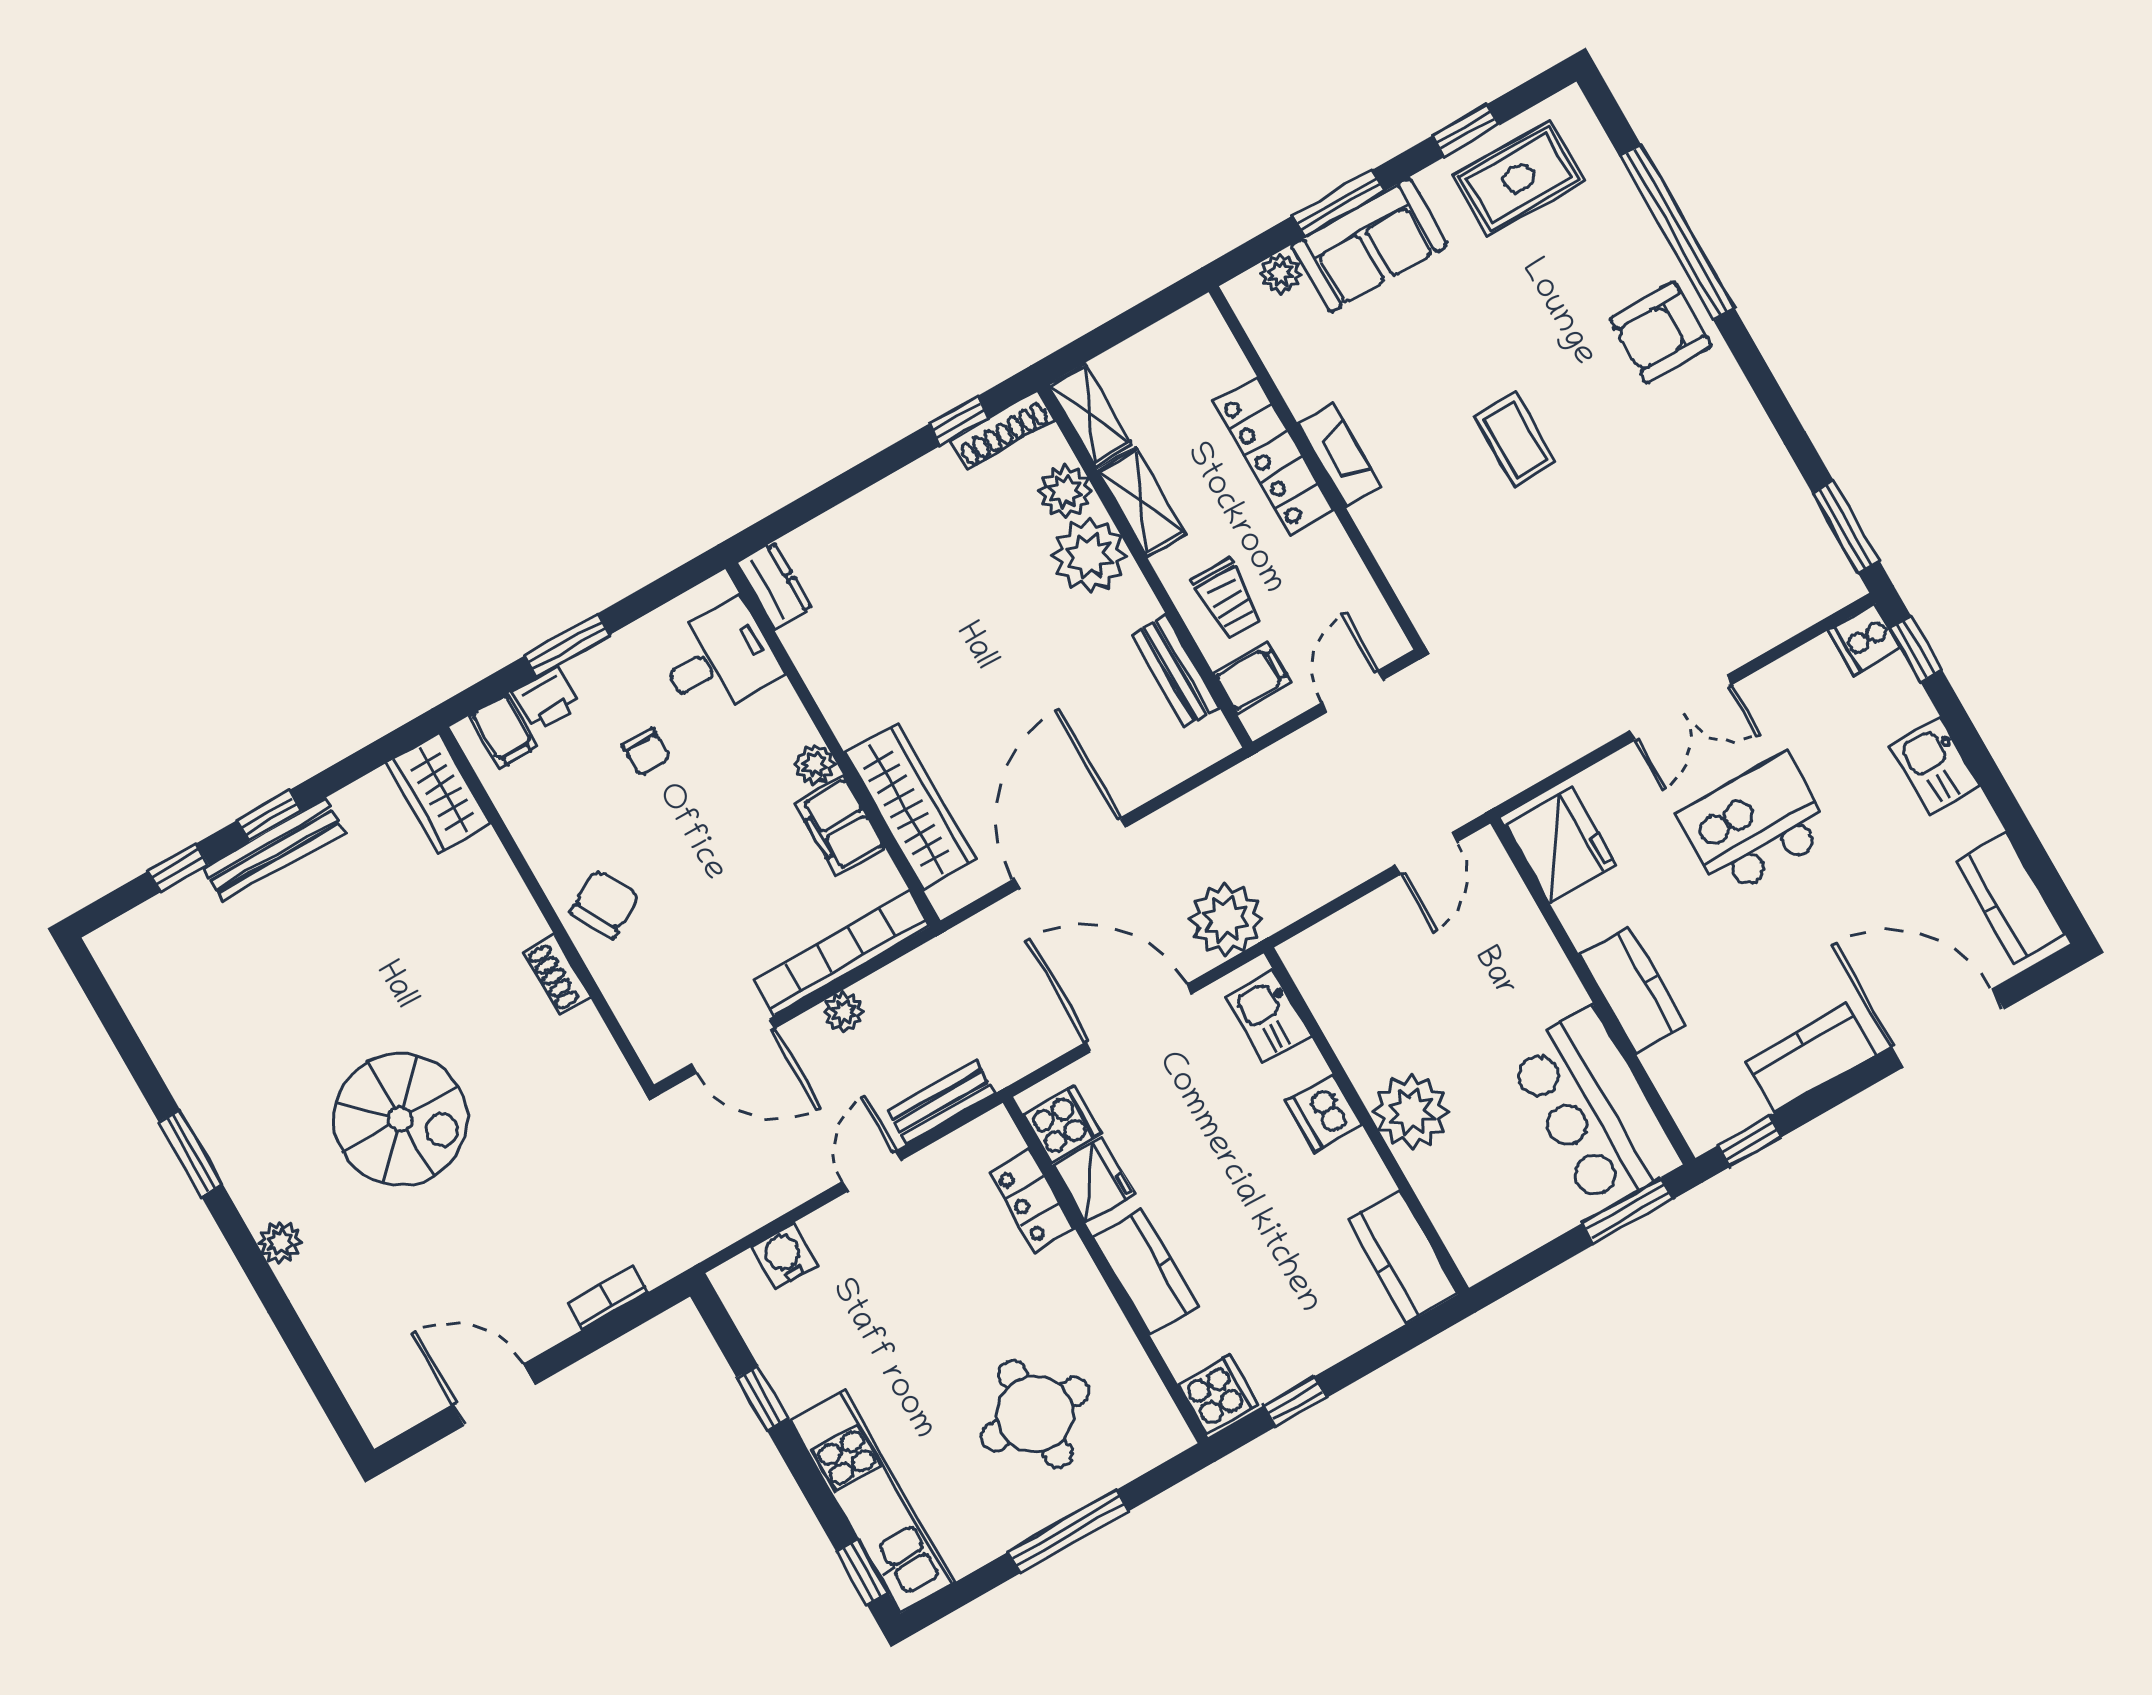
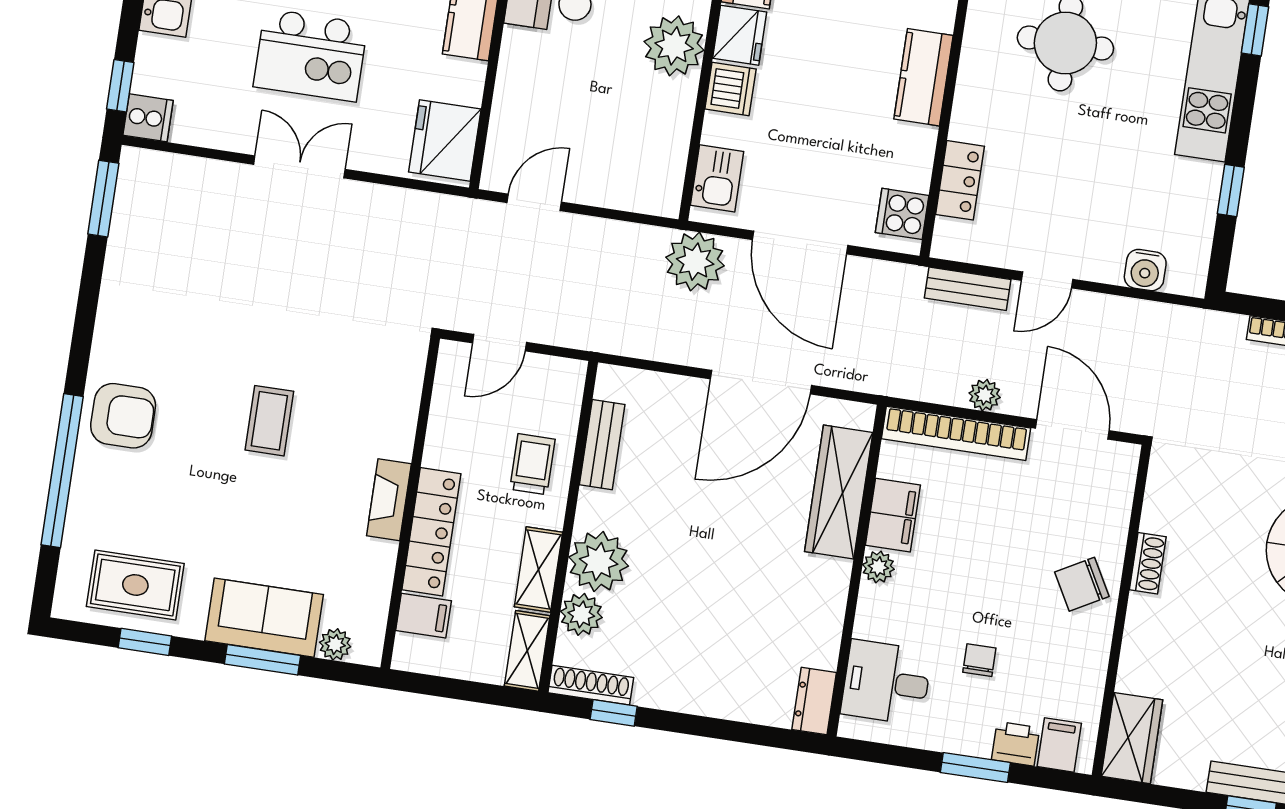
filing cabinet: (1252, 678) -> (424, 616), moved, turned 180
fridge: (1094, 1180) -> (740, 35), moved, turned 180

